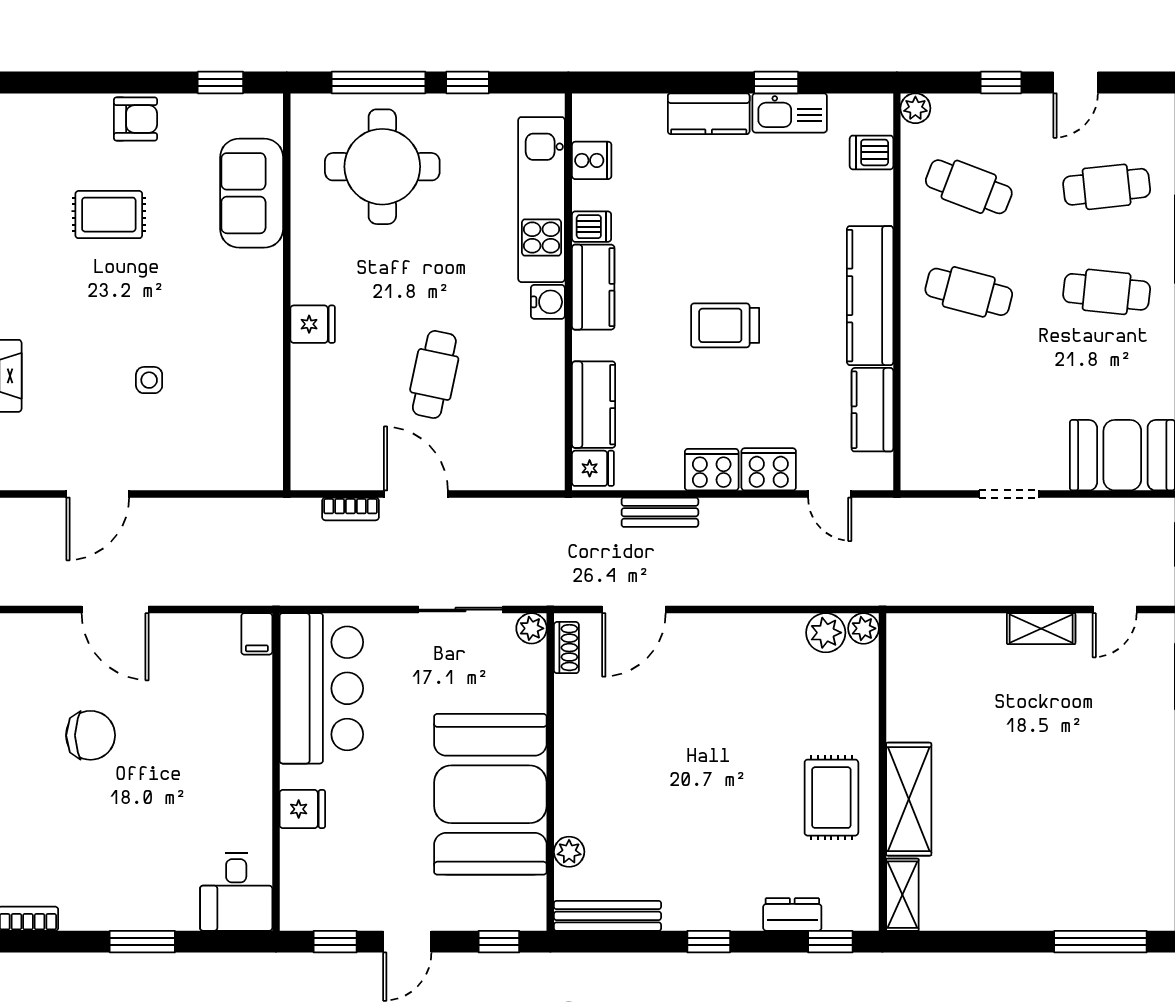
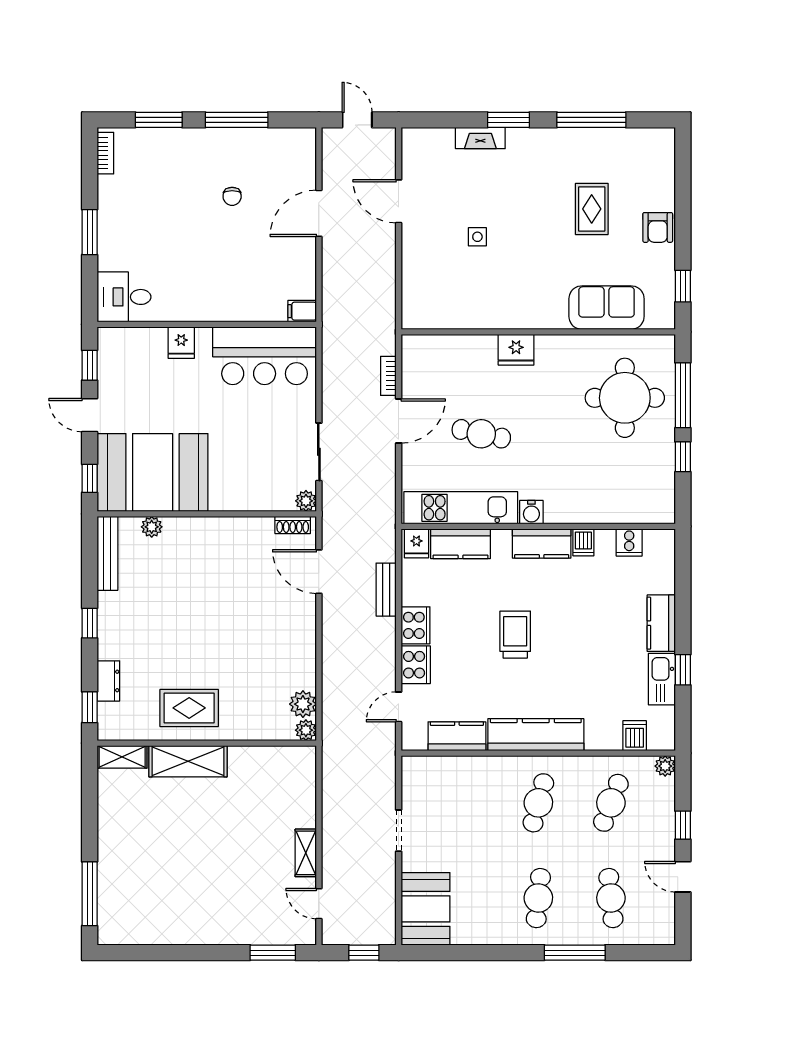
kitchen unit: (541, 200) -> (461, 508), moved
fridge: (313, 324) -> (516, 350), width x1.38
chair: (91, 735) -> (232, 196), width x0.54, depth x0.54
booth: (490, 794) -> (153, 472), moved

